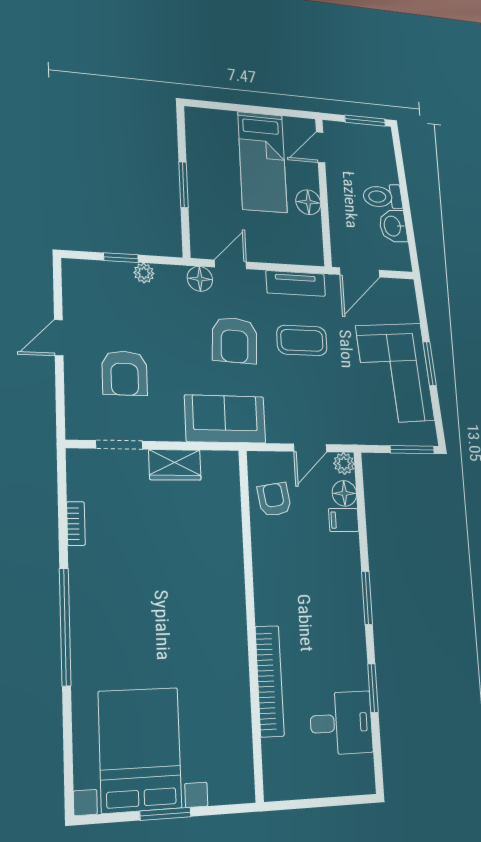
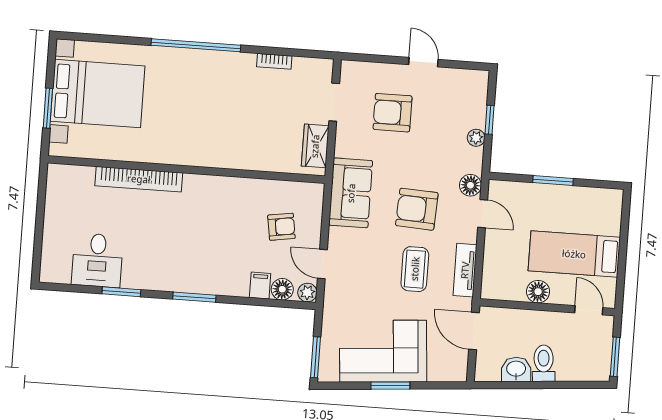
wall: (251, 622) -> (186, 169), moved
bookcase: (270, 681) -> (139, 179), moved

